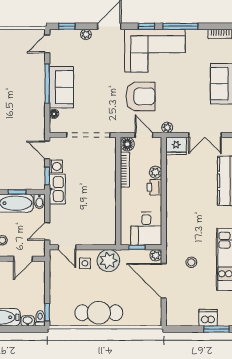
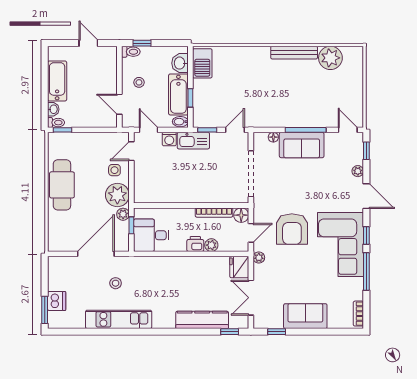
washing machine: (56, 166) -> (169, 139), moved
plant: (156, 255) -> (123, 214), moved

